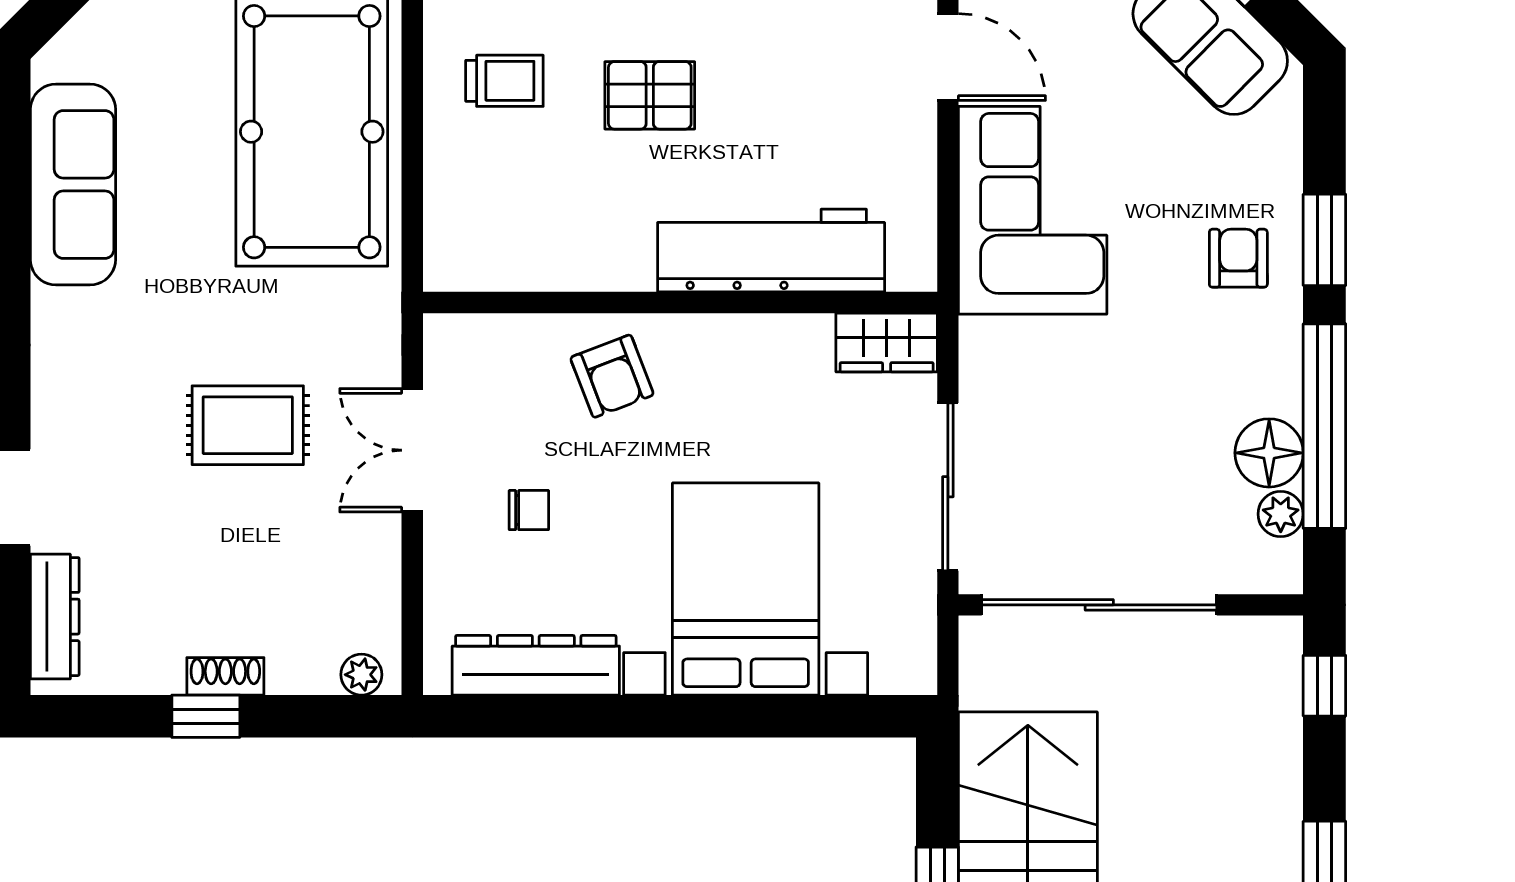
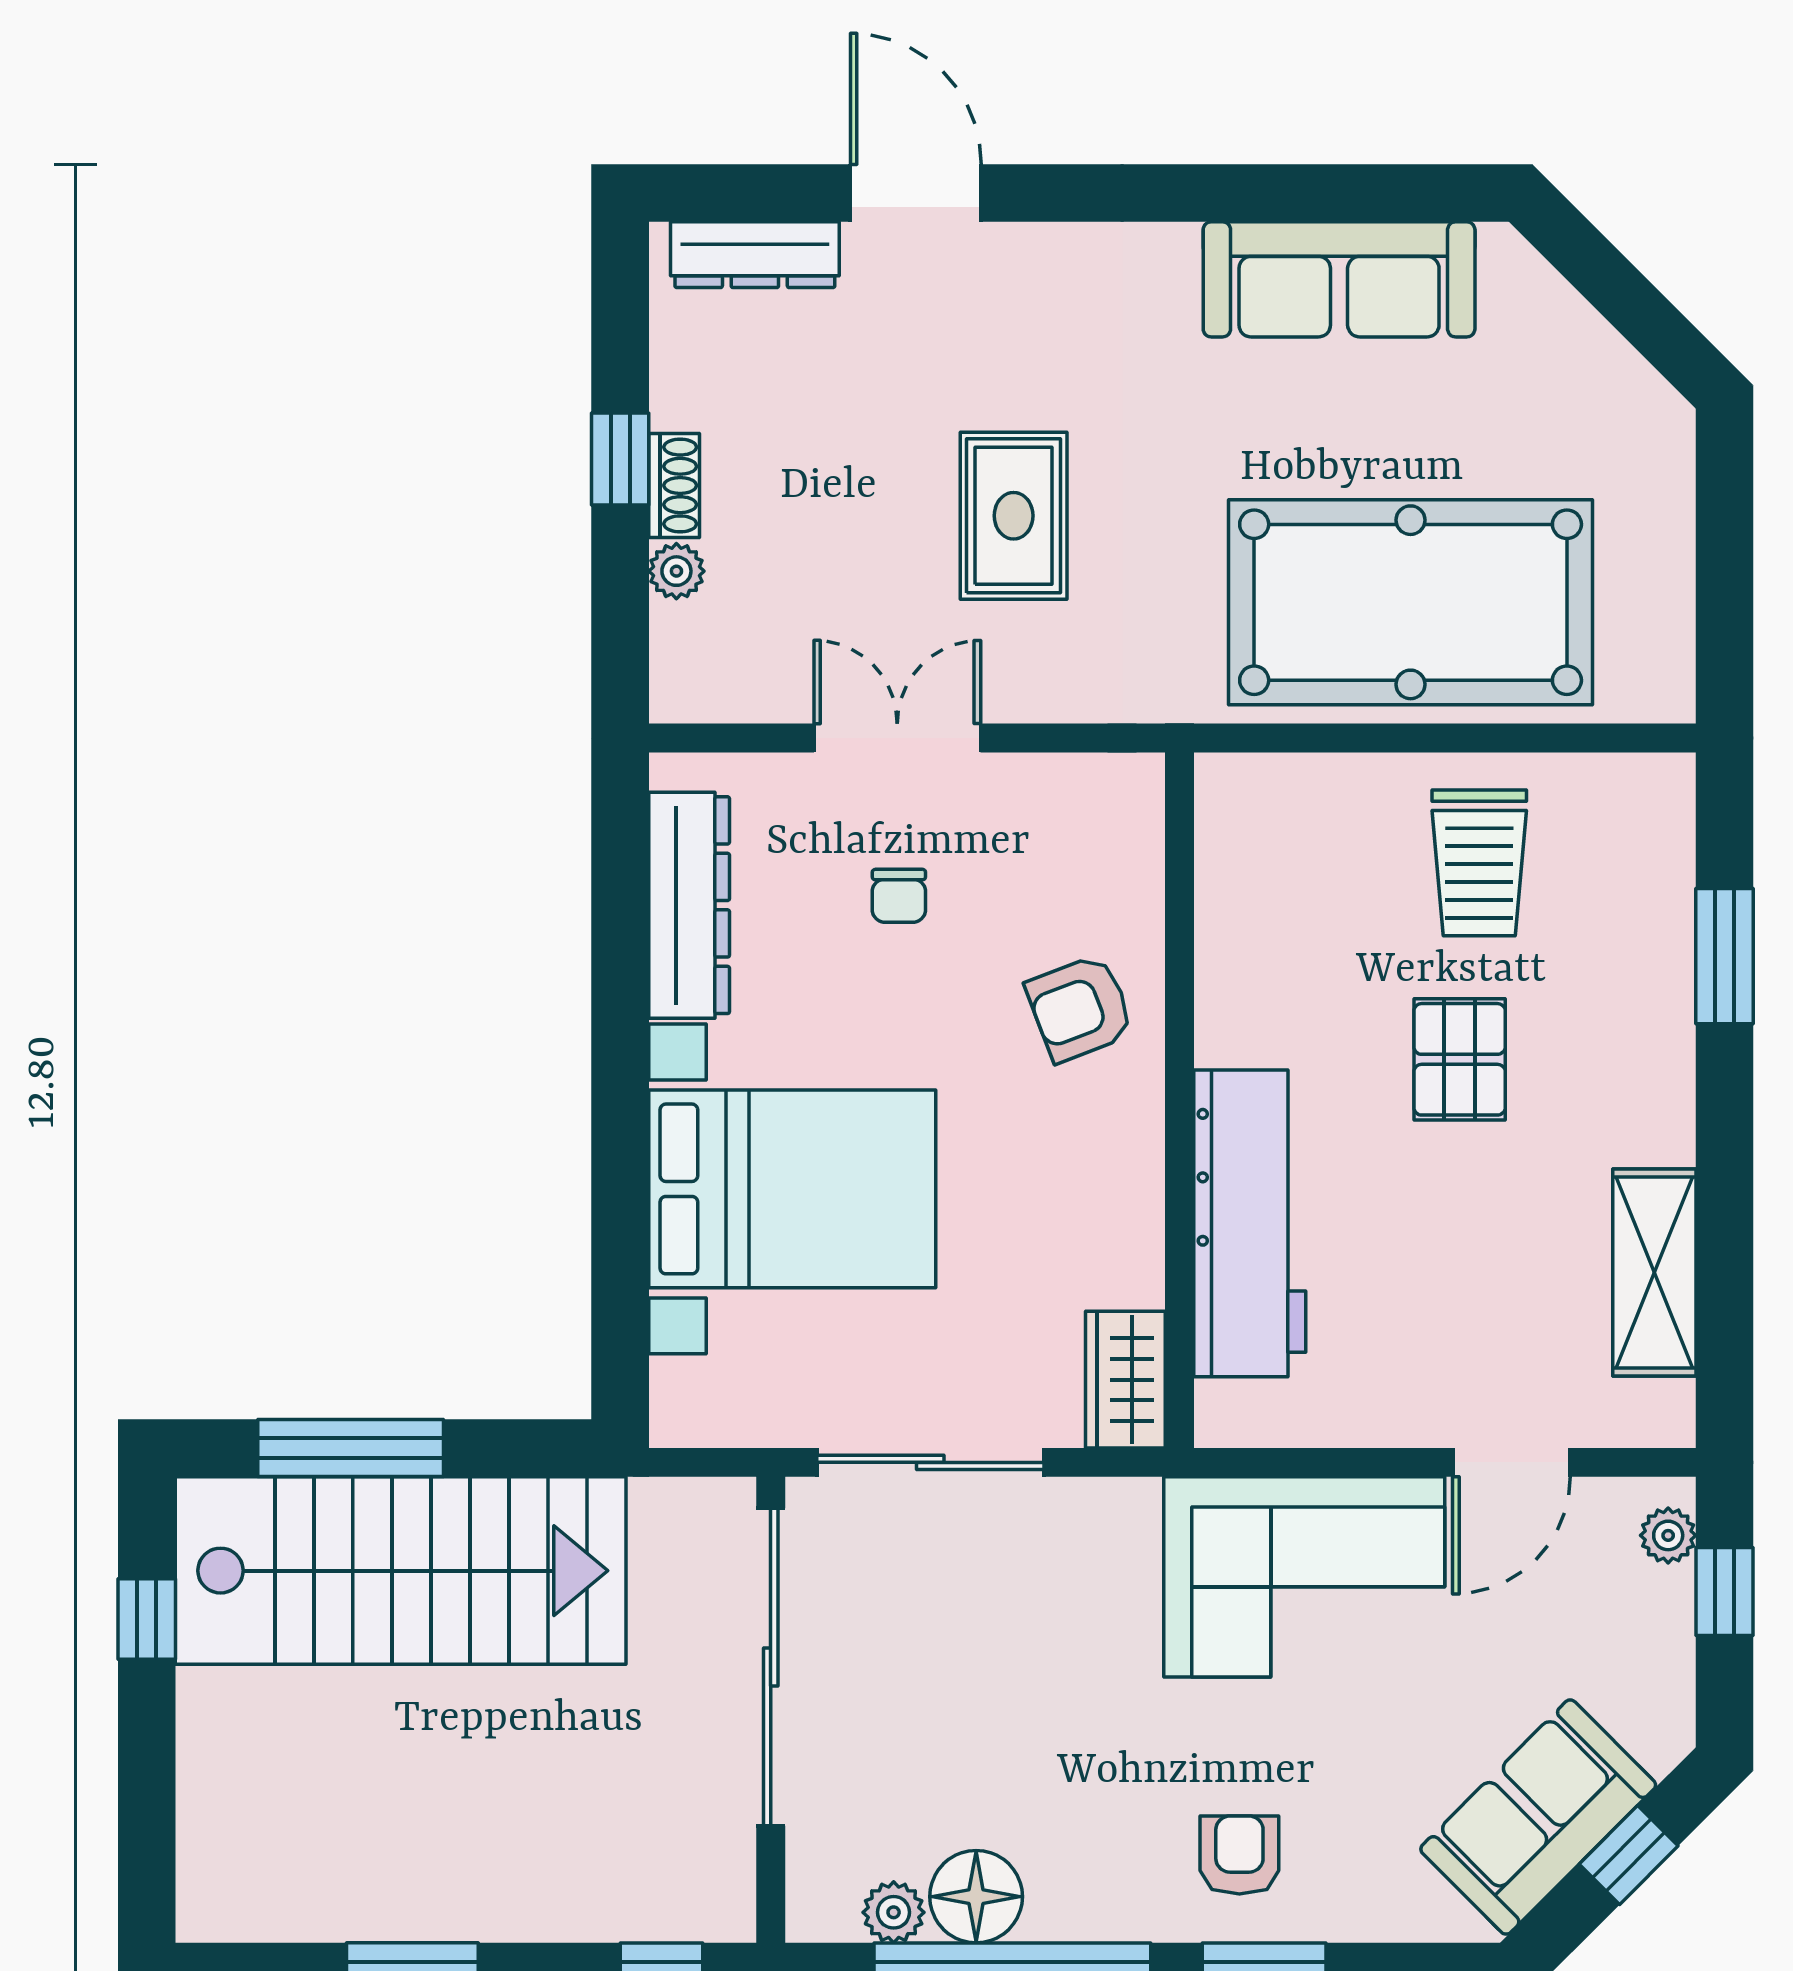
trolley: (504, 81) -> (1479, 863), width x1.36, depth x1.39
armchair: (1238, 258) -> (1239, 1855), turned -90
double door: (412, 450) -> (897, 738), moved
plant: (361, 675) -> (676, 571), moved

